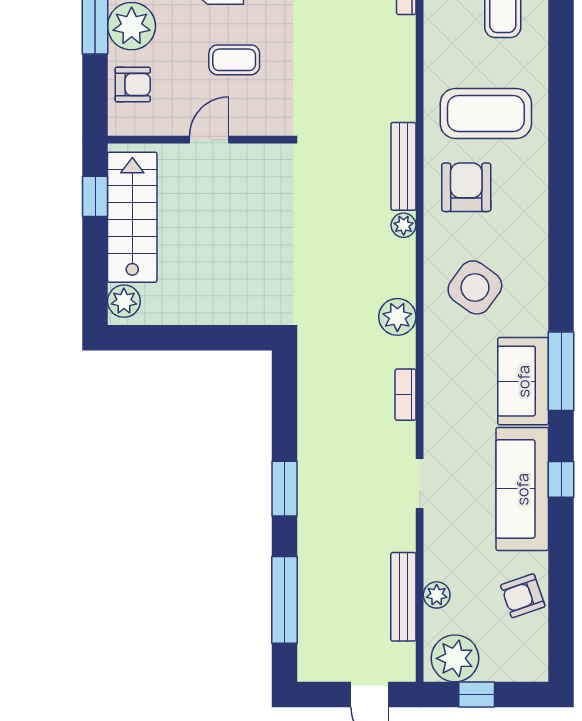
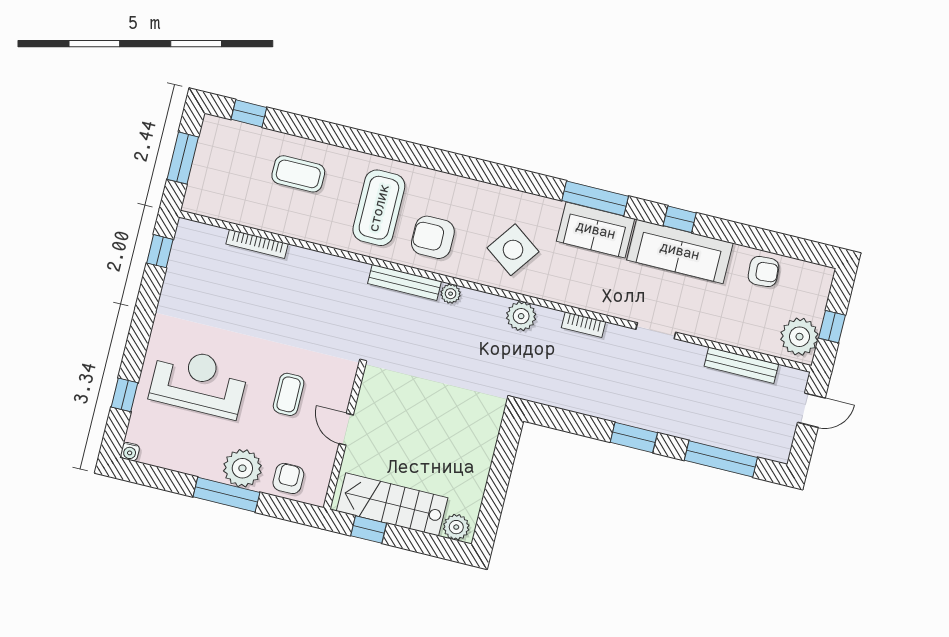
plant: (437, 595) -> (746, 339), removed
armchair: (523, 596) -> (763, 271), turned -75

